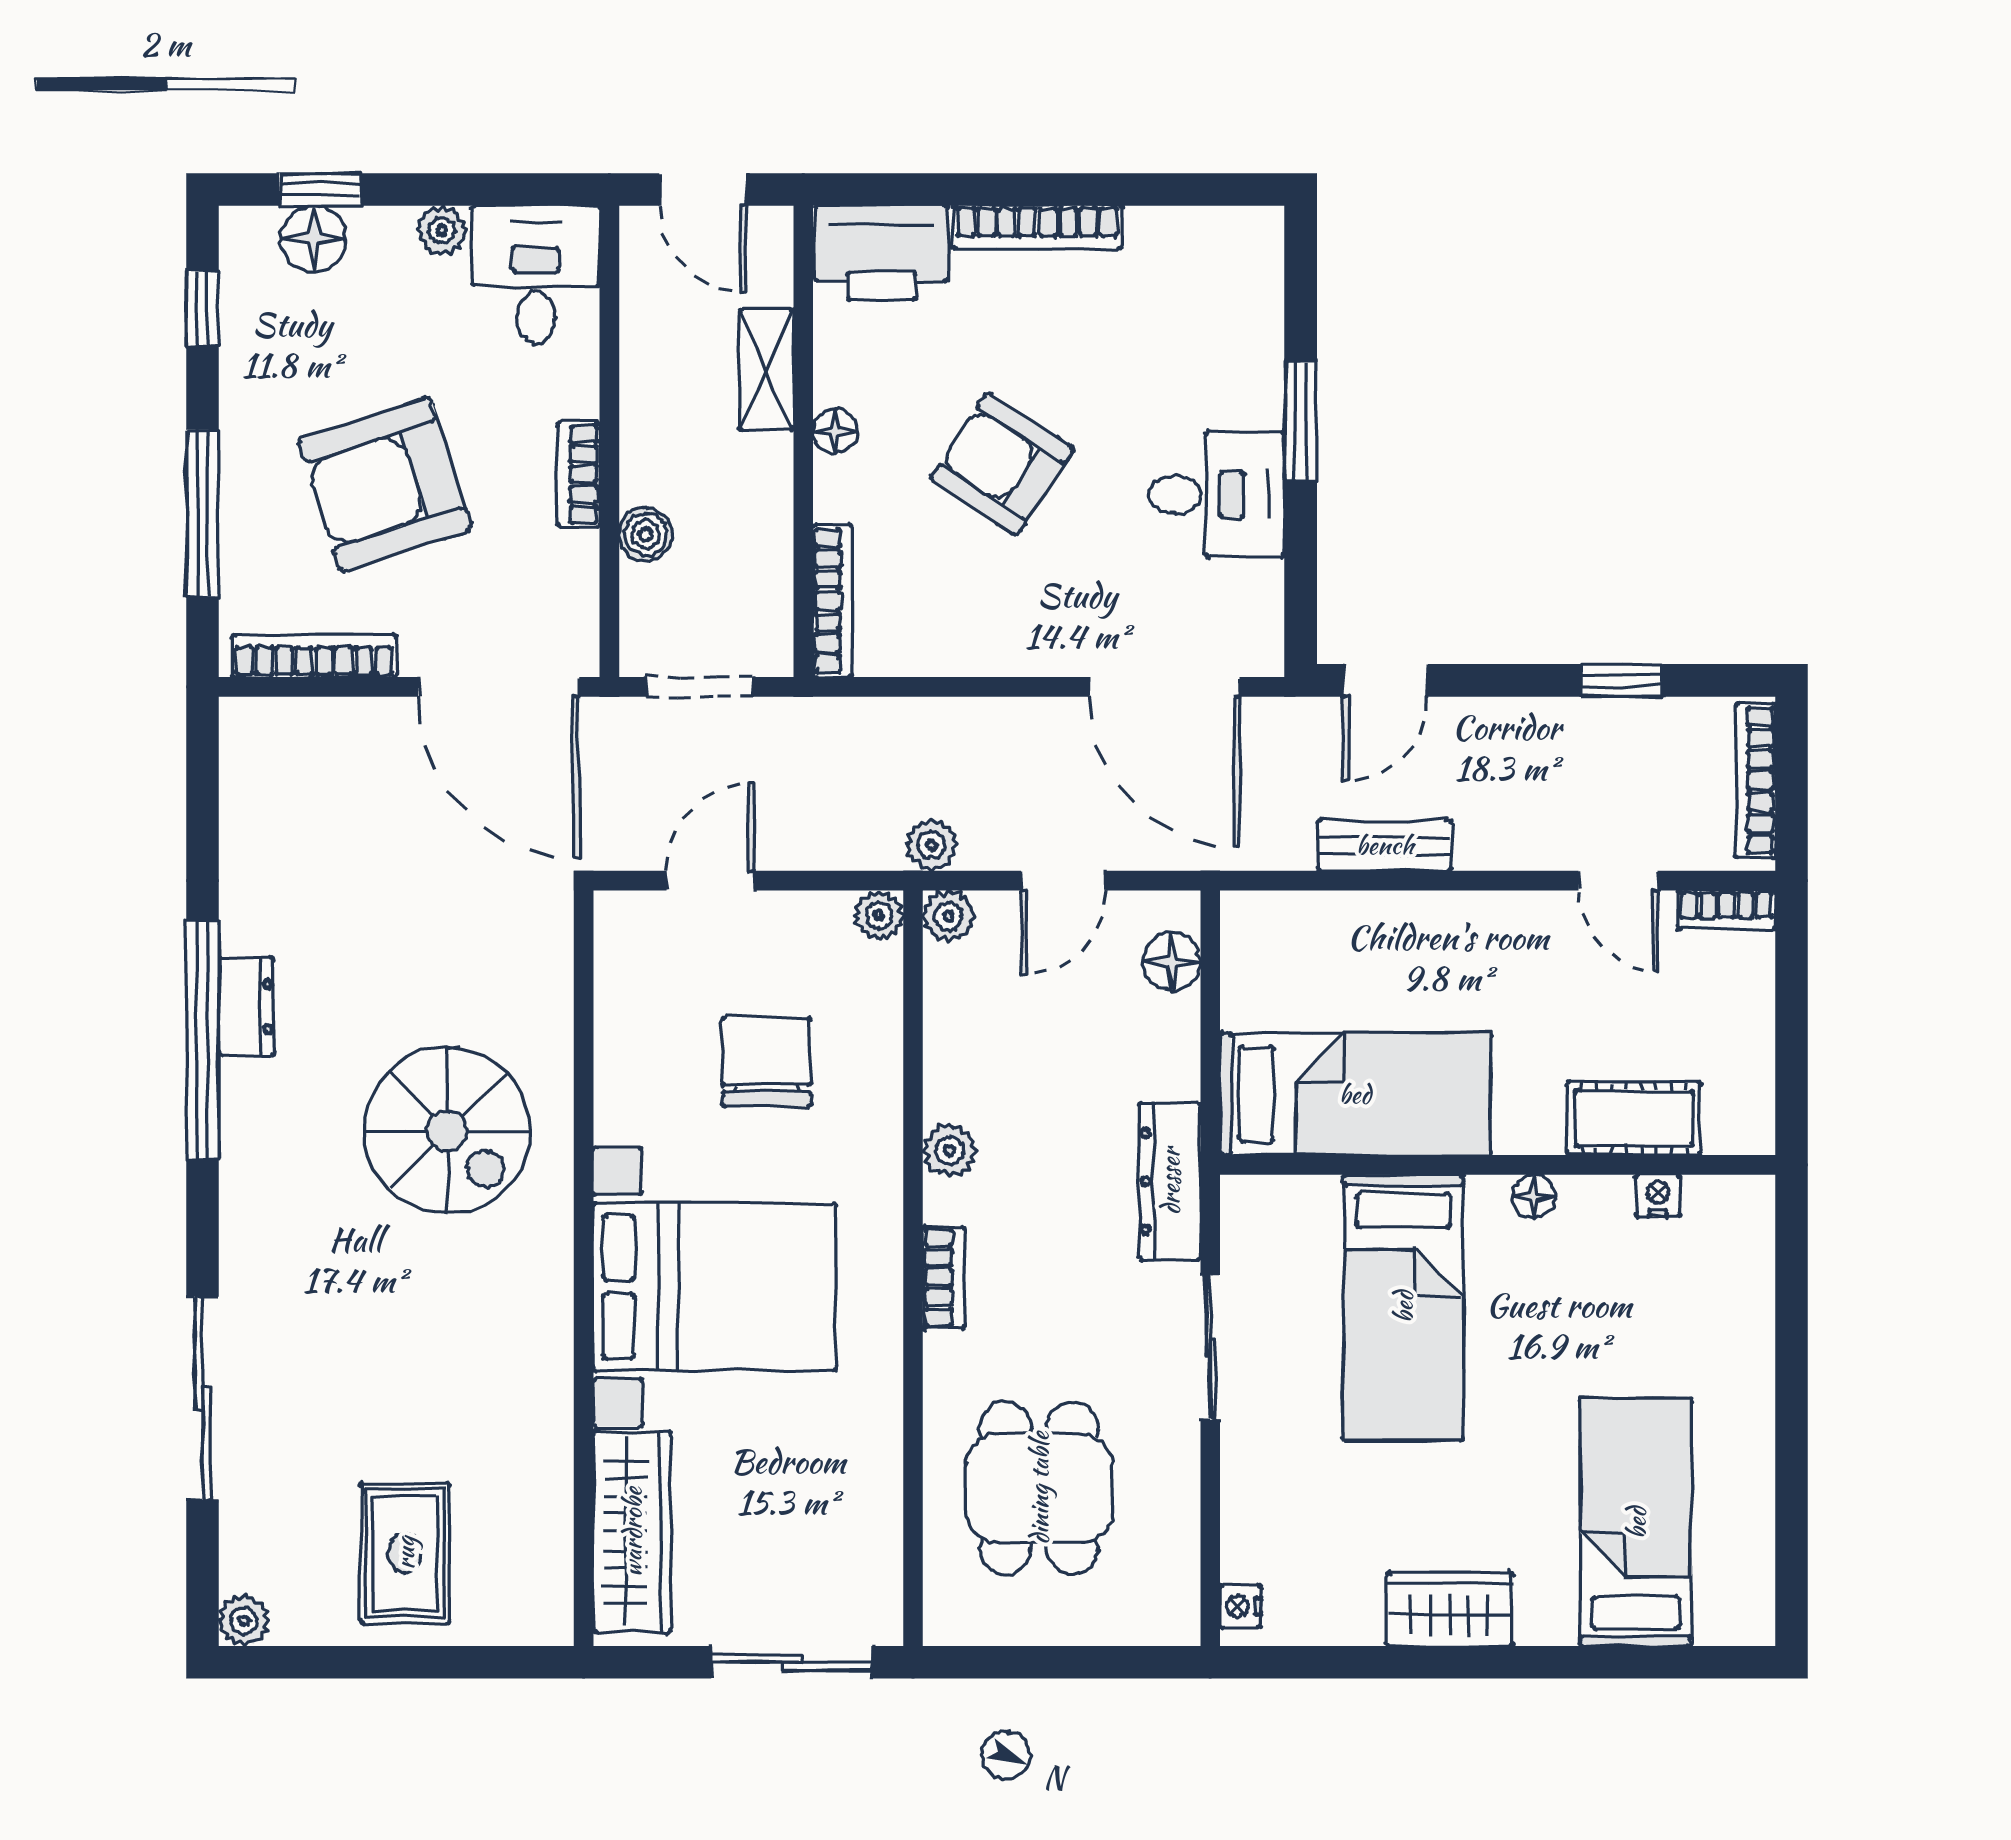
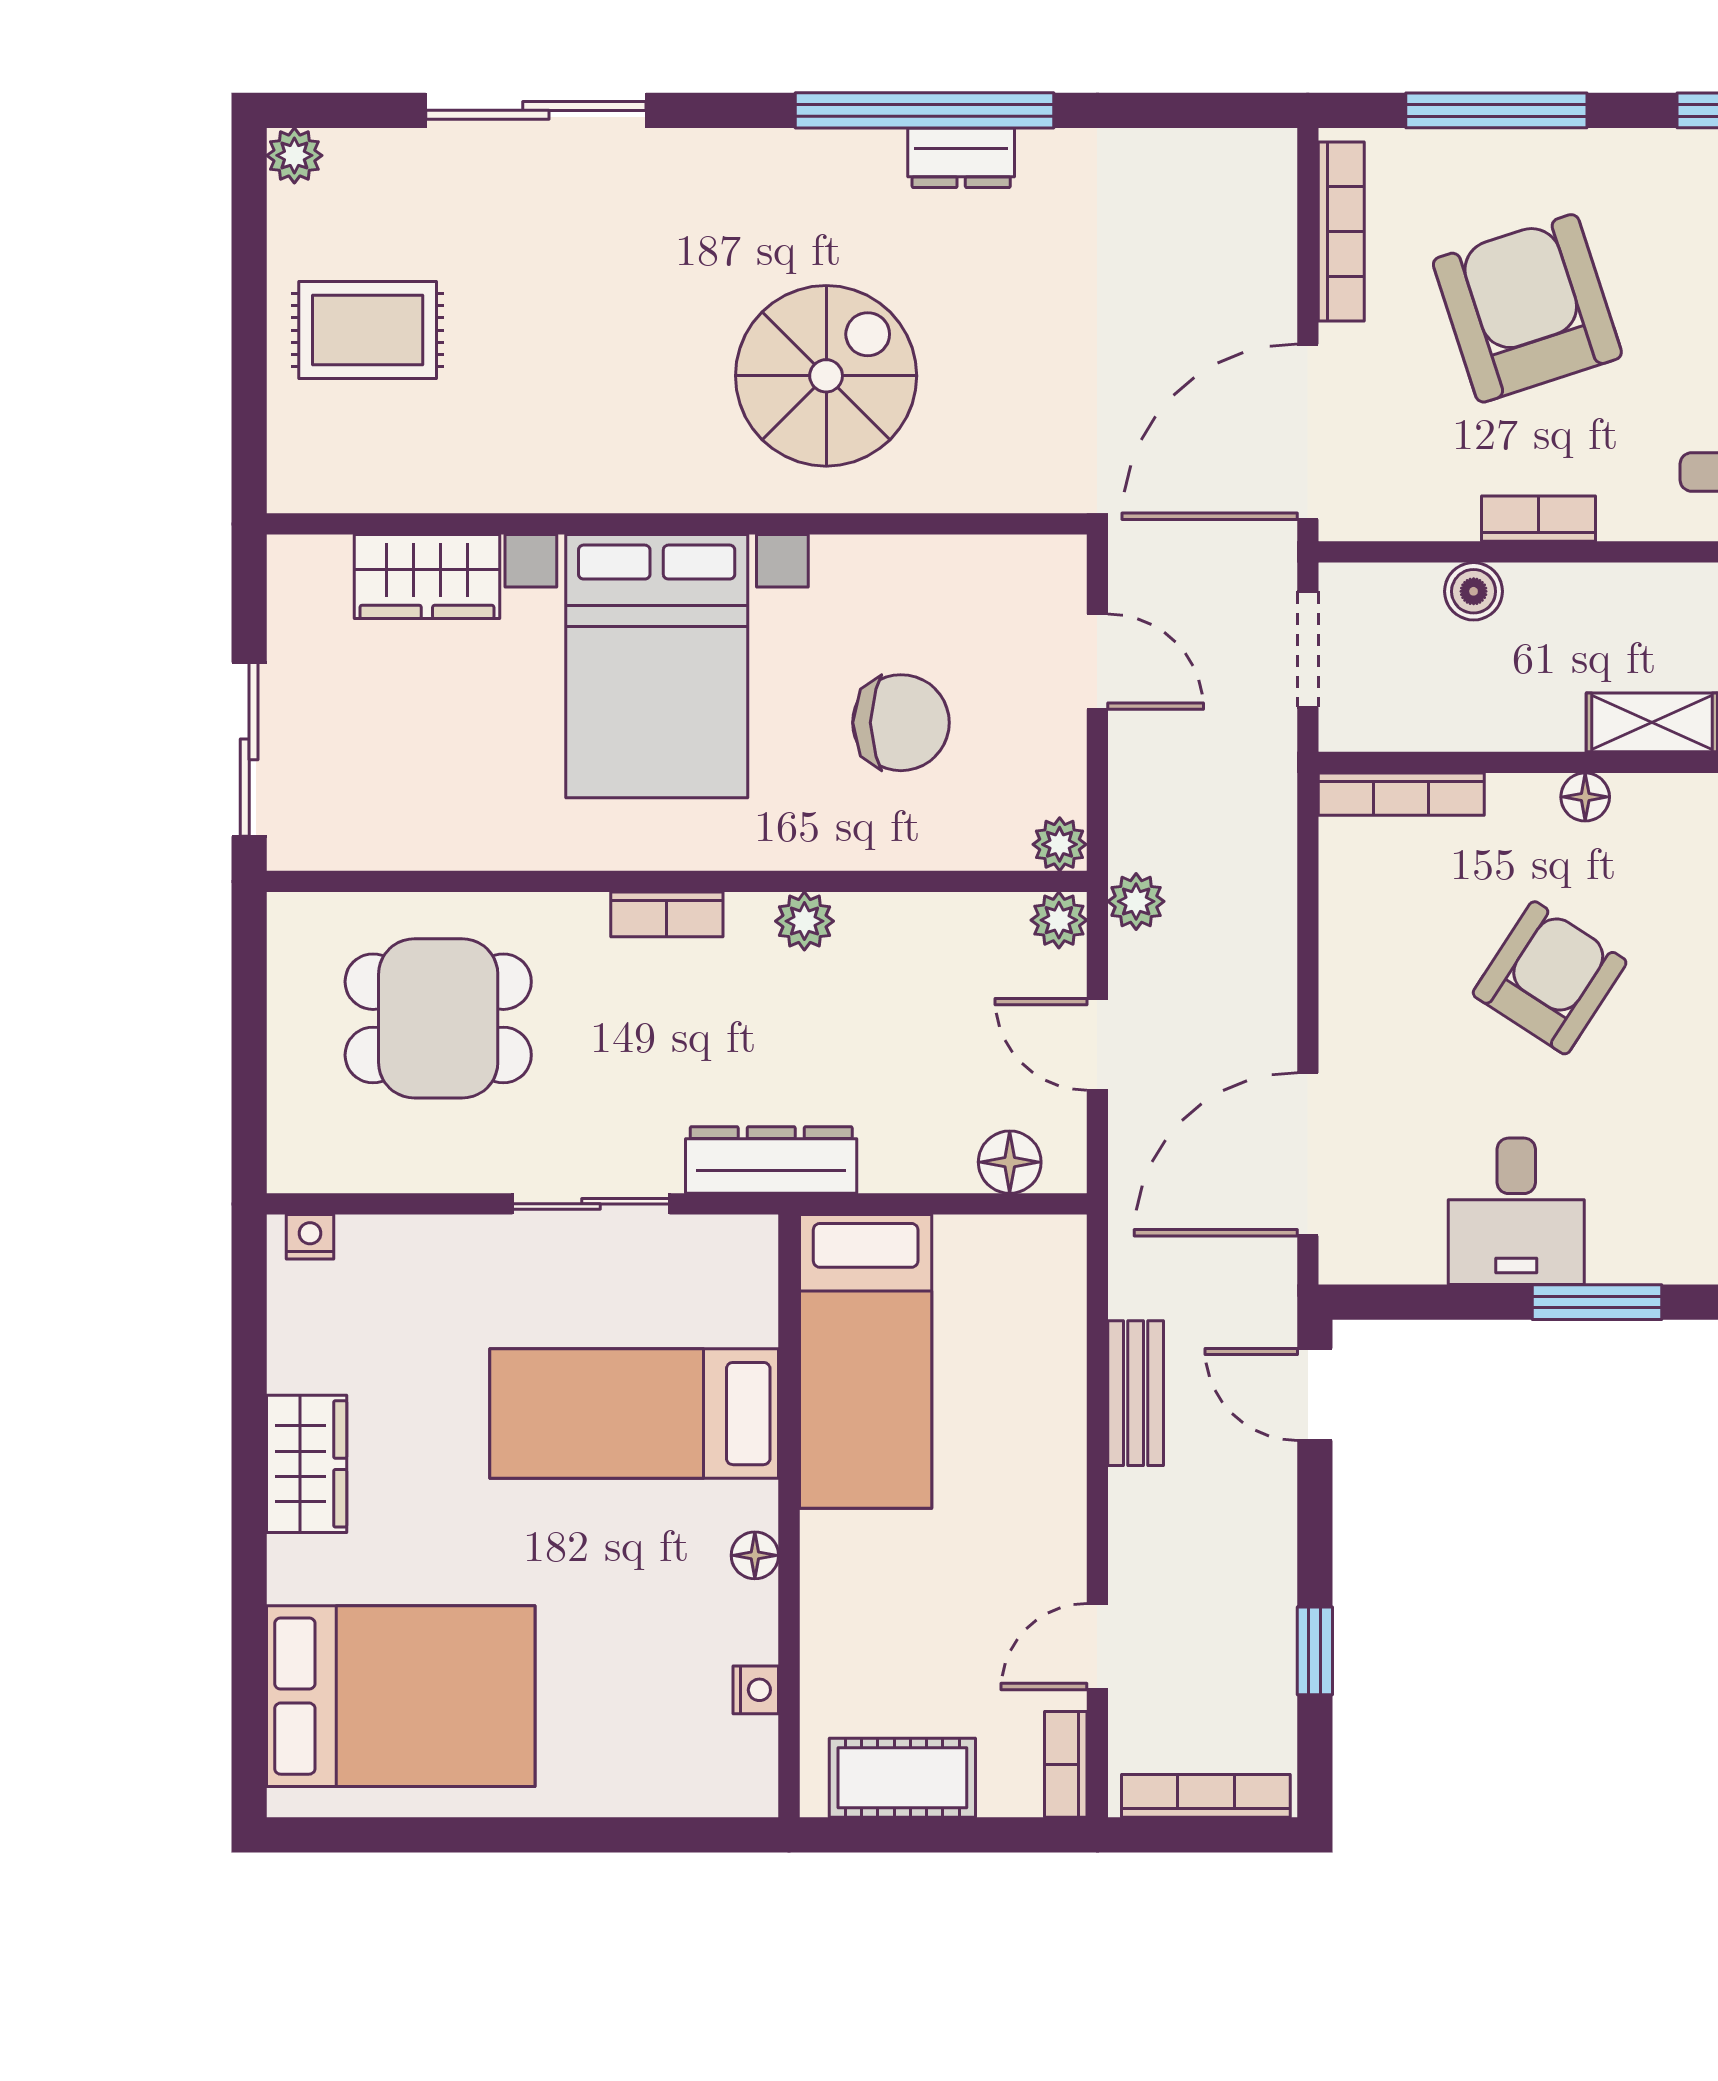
cot: (1634, 1119) -> (902, 1778), moved, turned 90
spiral stairs: (447, 1131) -> (826, 376), turned 180
bed: (1636, 1523) -> (401, 1696), width x1.50
wardrobe: (632, 1532) -> (427, 577), width x0.67

